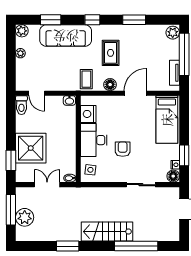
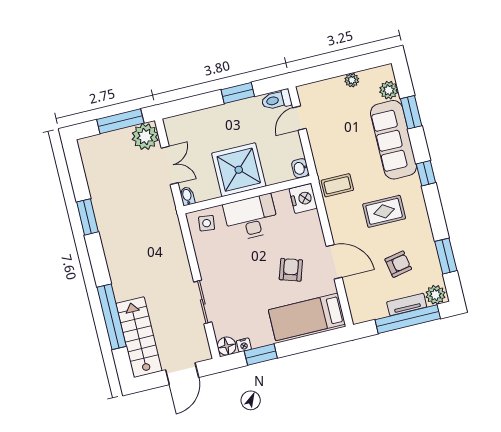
window: (134, 20) -> (446, 256), moved
plant: (22, 31) -> (389, 90), moved
armchair: (147, 52) -> (398, 264), added
tv unit: (174, 73) -> (407, 304), moved
floor lamp: (110, 85) -> (338, 222), removed
nightstand: (88, 114) -> (303, 199), moved, turned 90
shower: (31, 148) -> (239, 170), moved
armchair: (123, 149) -> (291, 270), moved, turned -72
window: (11, 160) -> (238, 93), moved
plant: (25, 217) -> (145, 137), moved
stairs: (107, 232) -> (139, 337), moved

